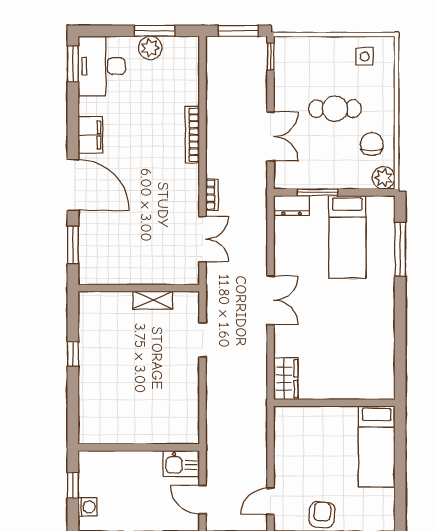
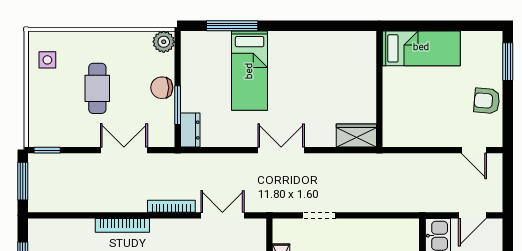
chair: (372, 144) -> (162, 88), moved
bookcase: (212, 195) -> (171, 206), width x1.56
bed: (347, 237) -> (250, 71), moved, turned 90

